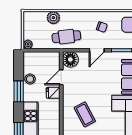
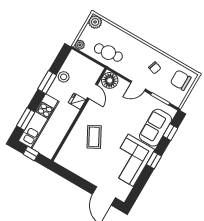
plant: (53, 18) -> (95, 22), moved
cafe table: (66, 37) -> (108, 53), moved
door: (61, 77) -> (92, 91), swing flipped

